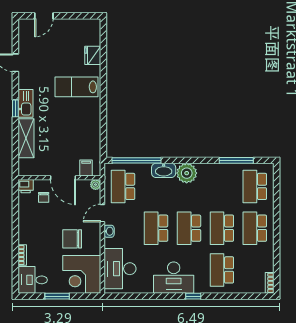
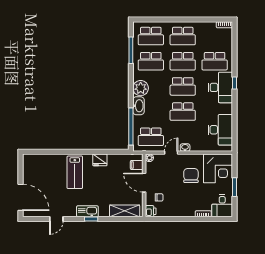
door: (44, 16) -> (20, 197), width x1.87
fridge: (93, 55) -> (100, 160), moved
shelving: (26, 138) -> (125, 211), moved
door: (63, 178) -> (144, 183), swing flipped
school desk: (222, 186) -> (151, 61), added
door: (102, 213) -> (171, 153), swing flipped
chair: (72, 239) -> (191, 176), turned 180
desk: (120, 269) -> (220, 130), moved, turned -90
desk: (174, 278) -> (220, 87), moved

